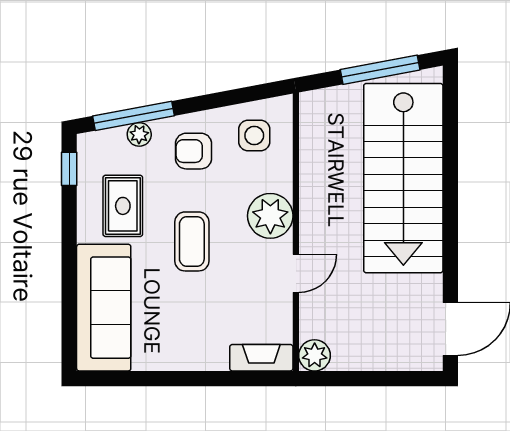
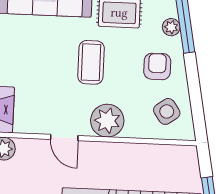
side table: (254, 135) -> (167, 111), turned -35
coffee table: (192, 241) -> (91, 62), turned 90

